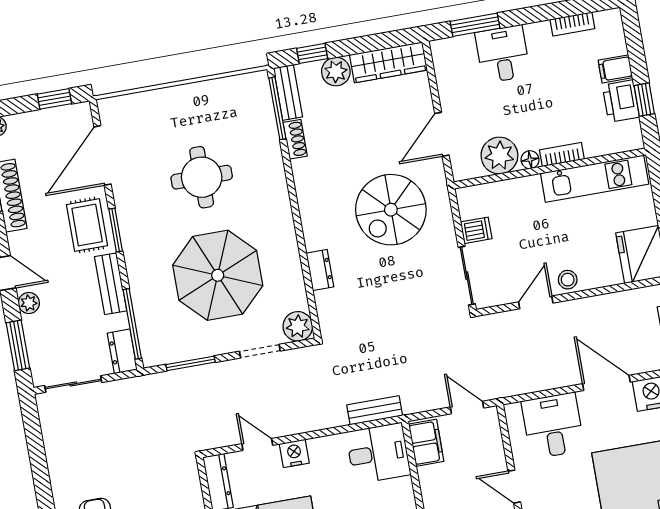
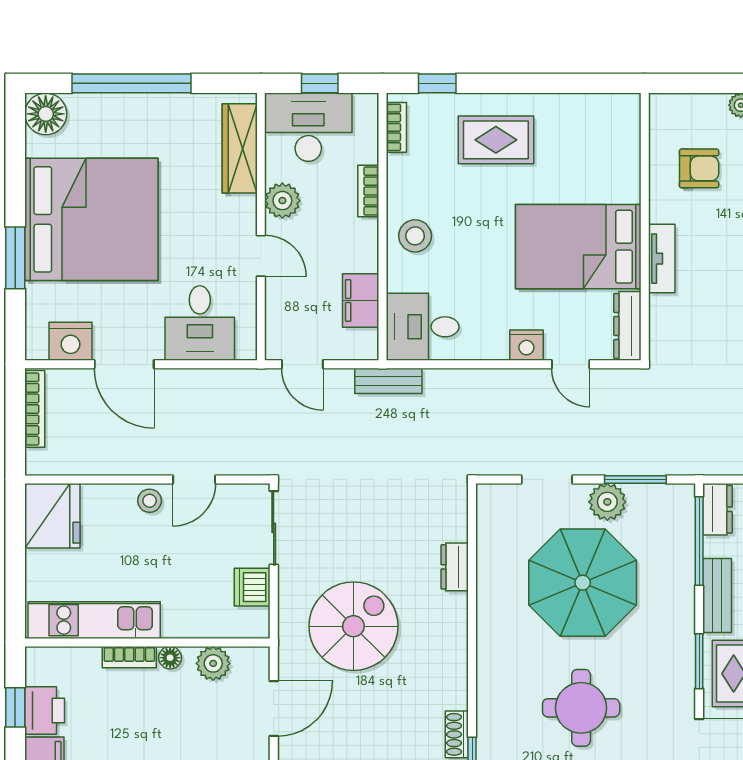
plant: (499, 156) -> (213, 663), width x0.73, depth x0.73
dishwasher: (476, 230) -> (252, 587), width x1.38
plant: (298, 326) -> (607, 502), moved
bench: (375, 410) -> (388, 381), moved
filing cabinet: (426, 443) -> (361, 300), moved

